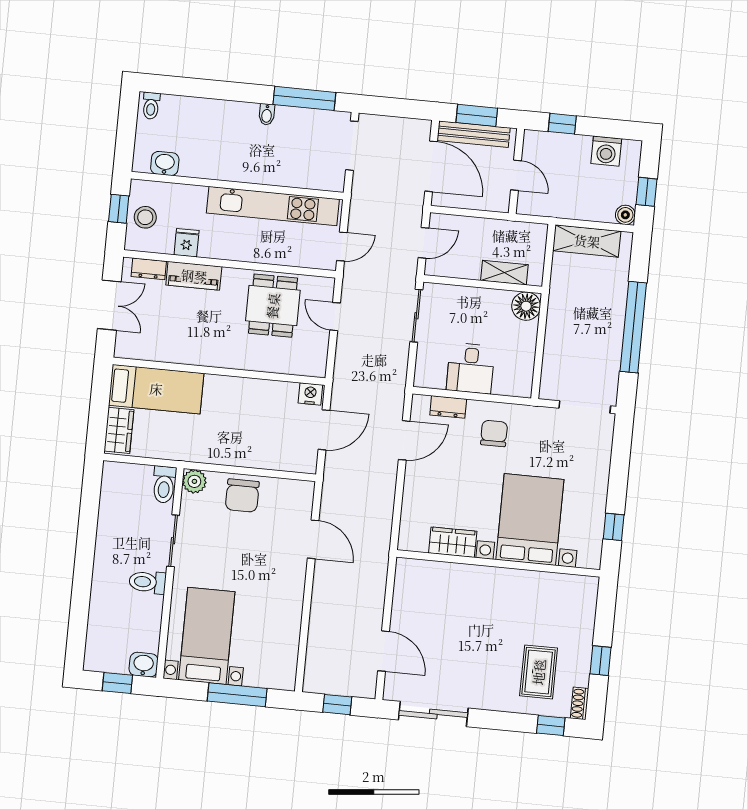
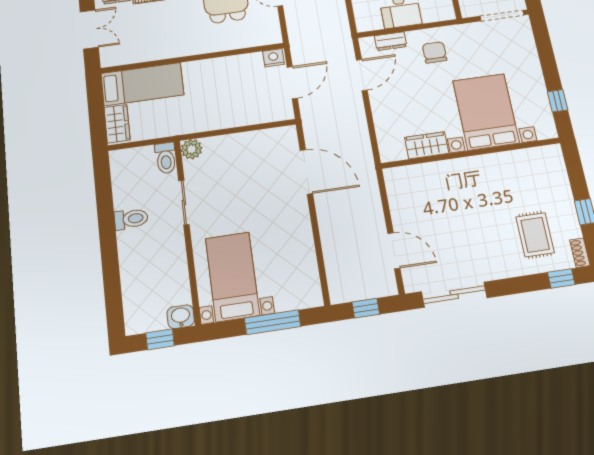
chair: (242, 496) -> (236, 151), removed
door: (313, 539) -> (306, 172), width x1.36
toilet: (148, 582) -> (131, 219), moved, turned 180

